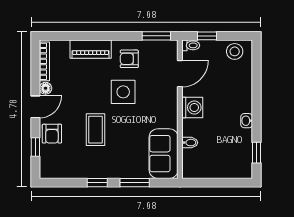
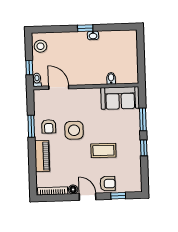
window: (156, 36) -> (31, 126), moved
washing machine: (192, 107) -> (84, 77), removed
window: (256, 153) -> (85, 28), moved

